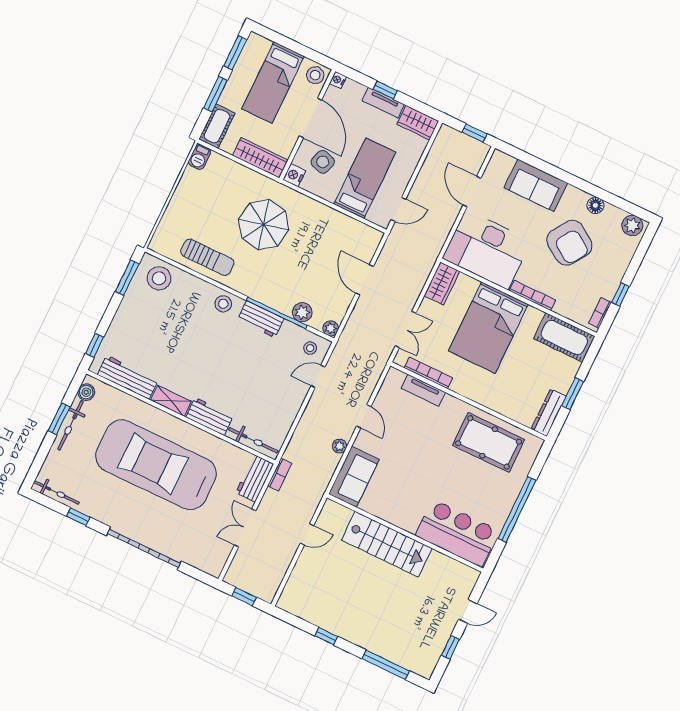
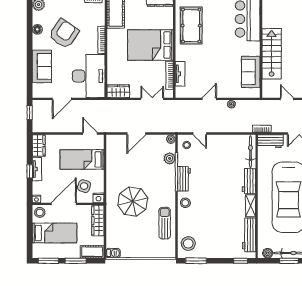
bed: (488, 328) -> (150, 45), moved, turned 180
sofa: (354, 477) -> (251, 72), moved, turned -90

